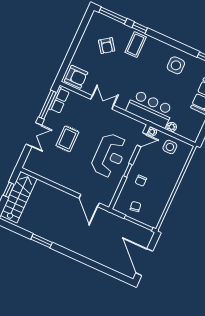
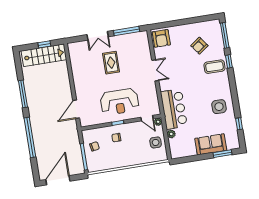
row of seats: (59, 100) -> (135, 37), removed
rug: (67, 139) -> (111, 63), turned 90
window: (42, 241) -> (23, 94), width x1.44
window: (87, 261) -> (30, 137), added

